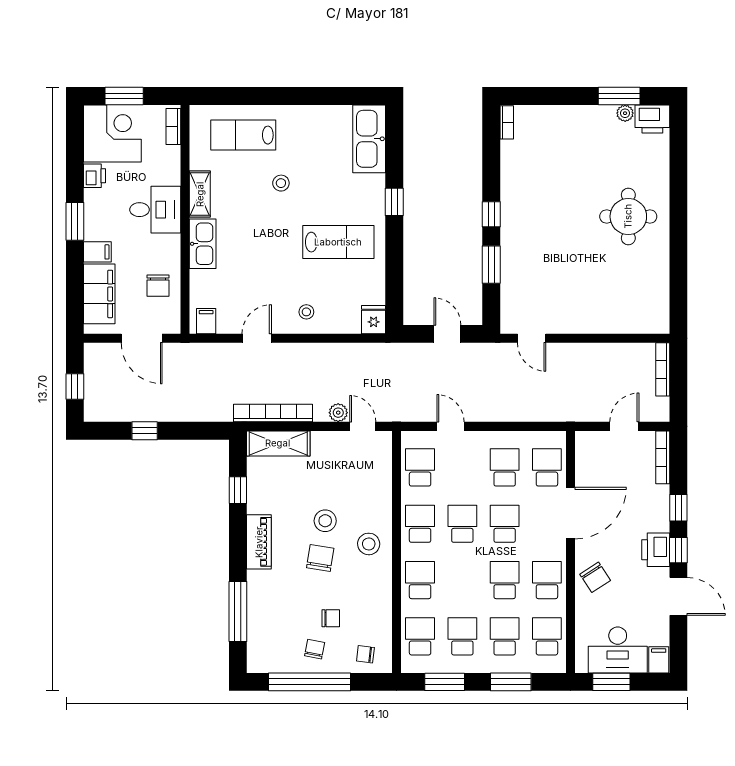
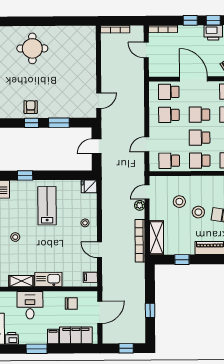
armchair: (520, 213) -> (31, 107), added
stool: (369, 544) -> (179, 202), moved

